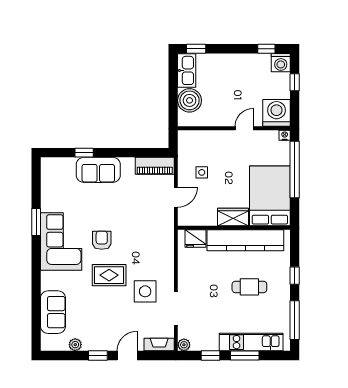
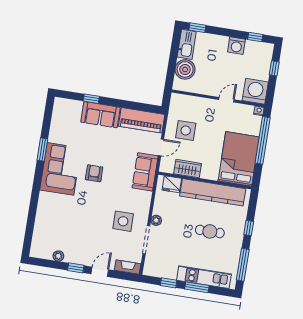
washing machine: (281, 63) -> (236, 46), moved
piano: (155, 166) -> (142, 120), width x1.37, depth x1.33
side table: (202, 172) -> (186, 131), width x1.87, depth x1.87
wardrobe: (233, 217) -> (188, 169), moved
rug: (109, 275) -> (96, 203), removed
sofa: (53, 312) -> (145, 172), moved, turned 180
plant: (184, 345) -> (156, 220), moved

